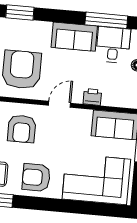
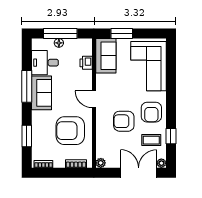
window: (106, 20) -> (27, 86), moved
printer: (92, 97) -> (86, 63), moved
armchair: (22, 129) -> (124, 121), moved, turned 180

